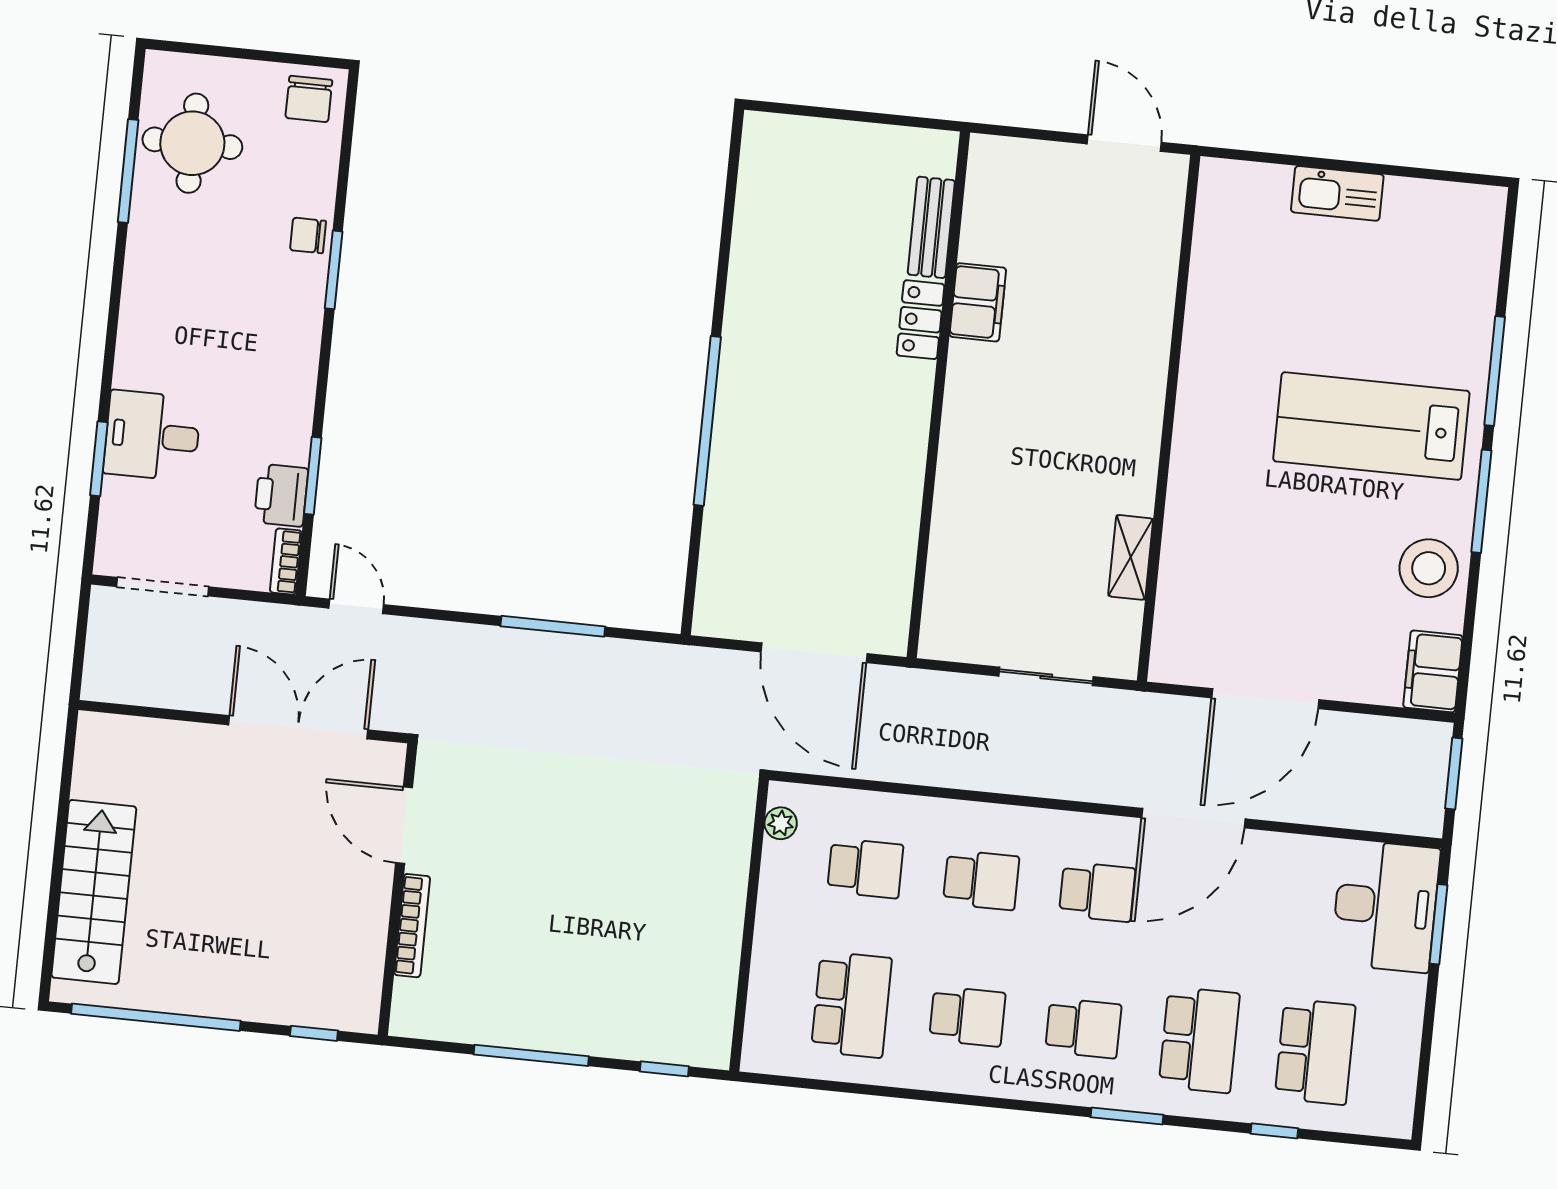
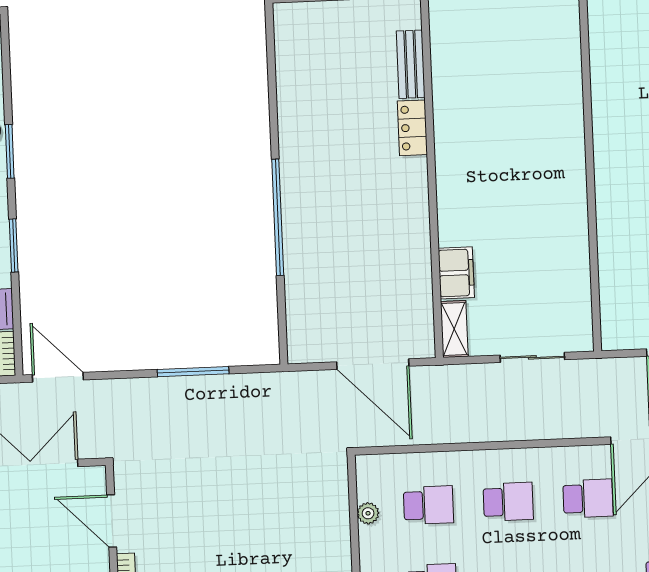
filing cabinet: (978, 302) -> (456, 273), moved
window: (313, 476) -> (14, 245), moved
shelving: (1131, 557) -> (454, 329), moved
door: (356, 606) -> (58, 377), width x1.37
plant: (781, 823) -> (368, 513), moved

